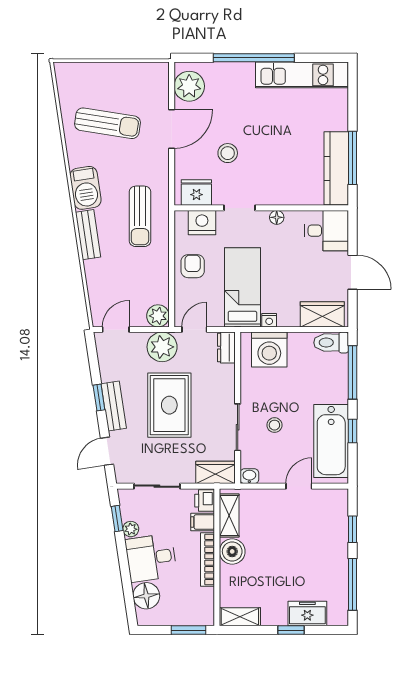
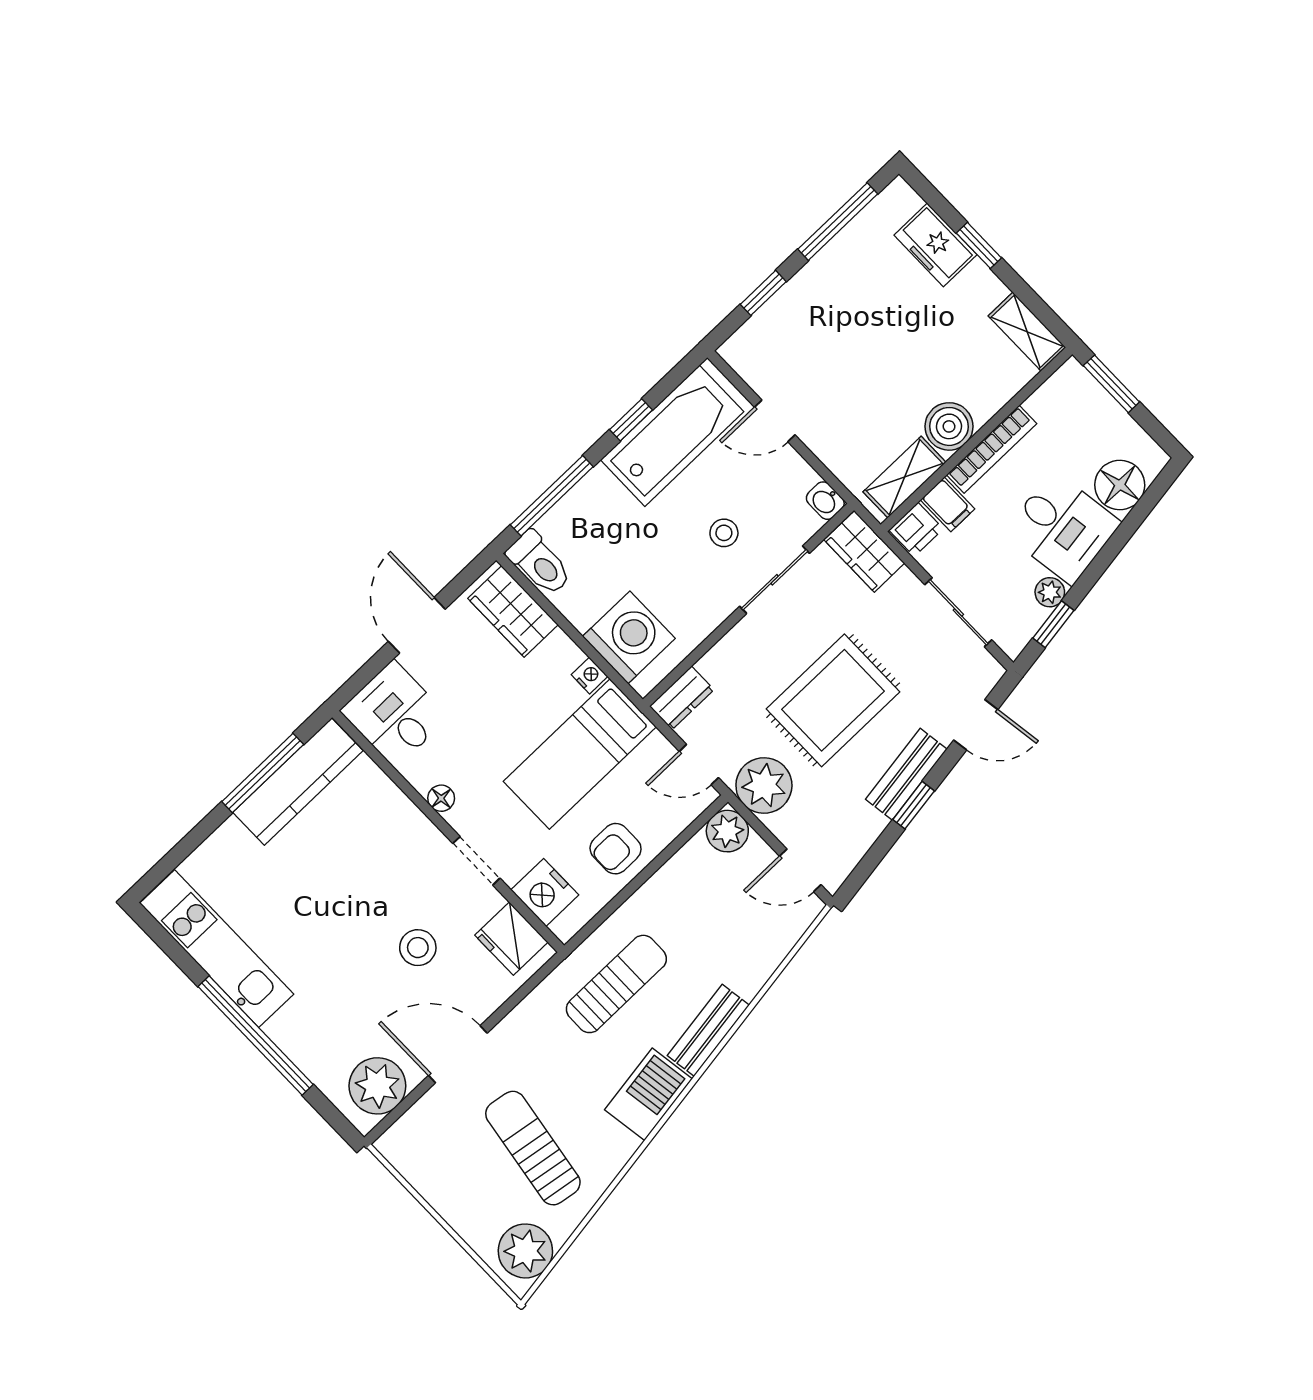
plant: (71, 82) -> (525, 1251), added

